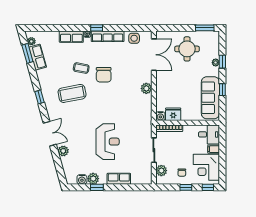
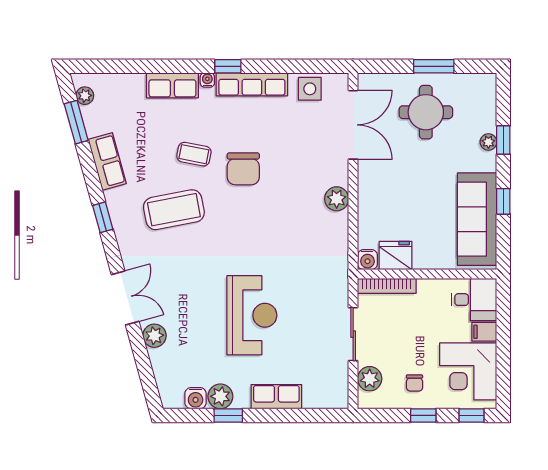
window: (205, 28) -> (434, 66), moved
row of seats: (38, 57) -> (107, 161), moved

